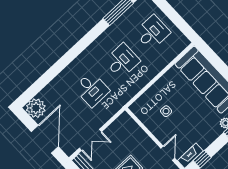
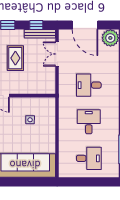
desk: (152, 32) -> (89, 158), turned -90
desk: (122, 61) -> (89, 122), turned 180

